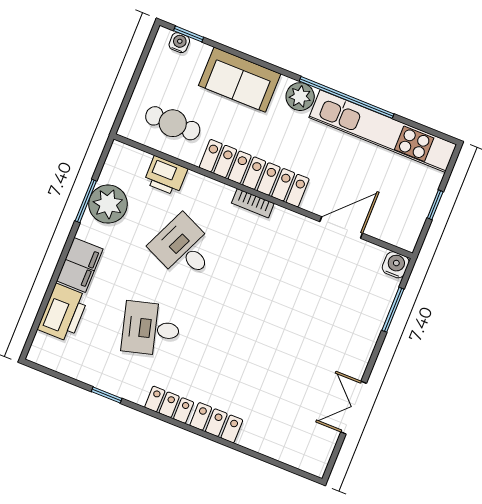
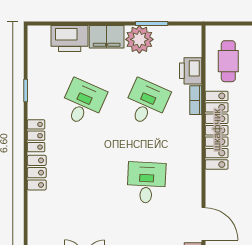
bookcase: (253, 203) -> (196, 100), moved
plant: (108, 204) -> (139, 39), moved
door: (341, 227) -> (203, 224), moved
desk: (285, 289) -> (146, 183), added
desk: (151, 329) -> (83, 103), turned 39

